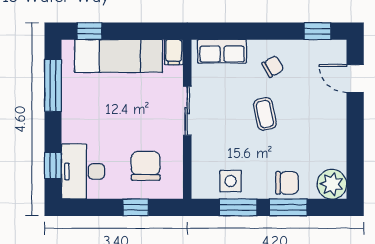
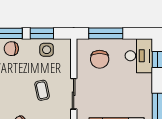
coffee table: (265, 114) -> (42, 90), moved
window: (136, 207) -> (106, 33), width x2.17

